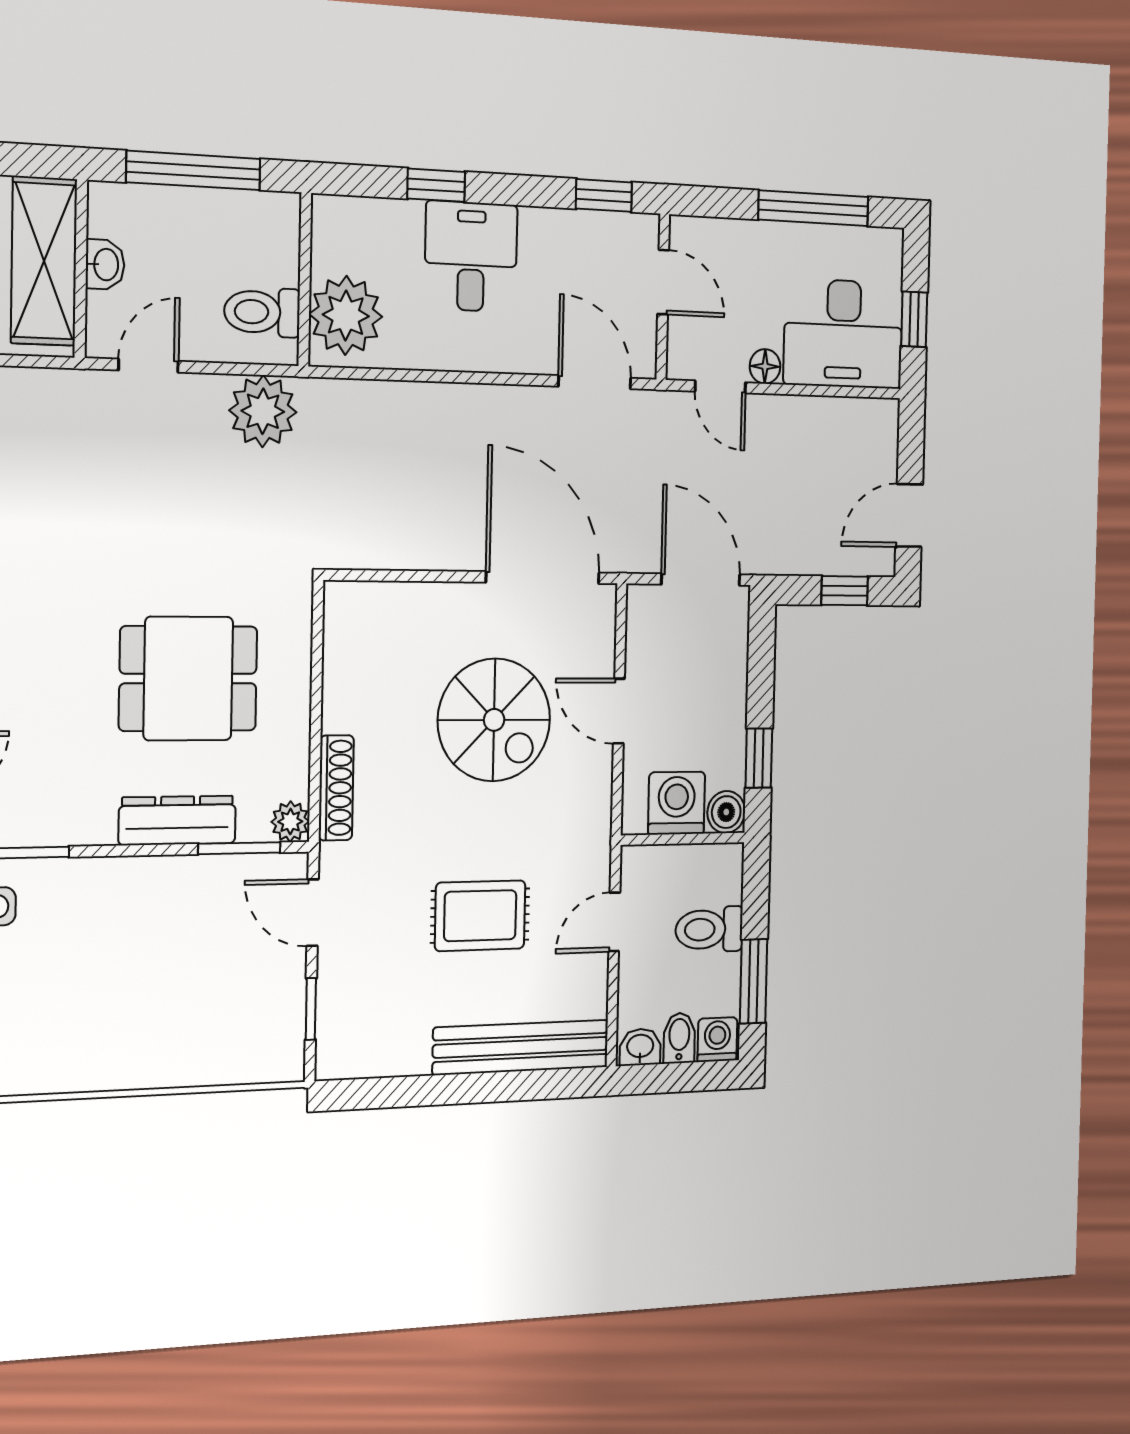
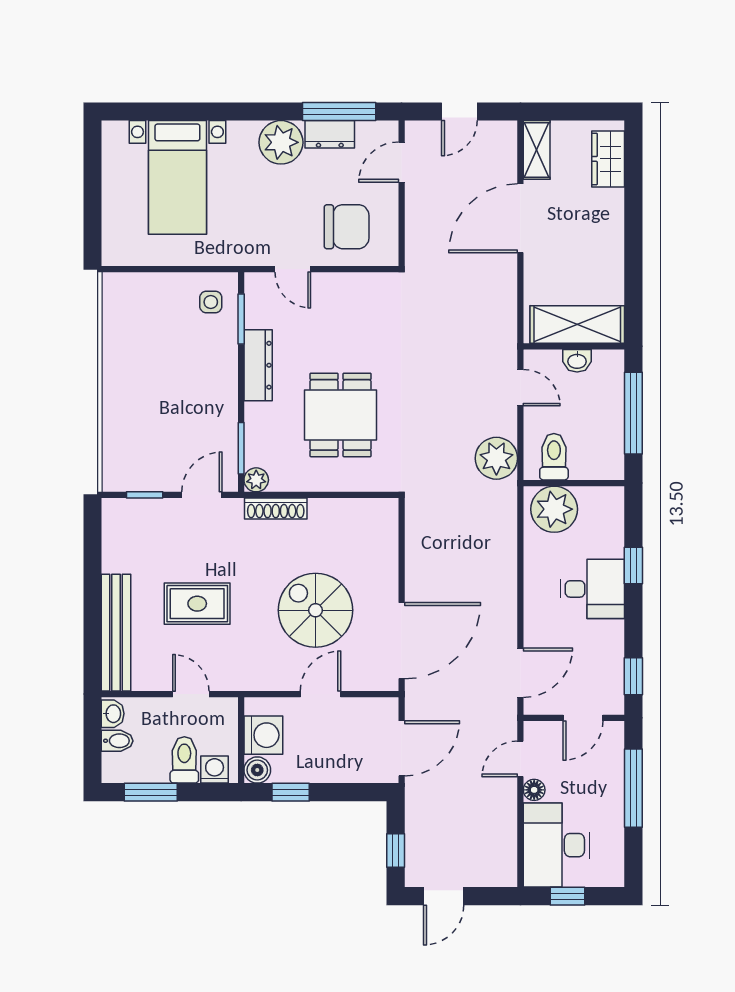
window: (813, 208) -> (633, 788), moved
door: (909, 515) -> (444, 896), swing flipped
spiral stairs: (494, 720) -> (315, 610), turned 90
dresser: (177, 820) -> (258, 365), moved
rug: (480, 916) -> (197, 604), turned 90
washing machine: (717, 1040) -> (215, 770), moved, turned -90

